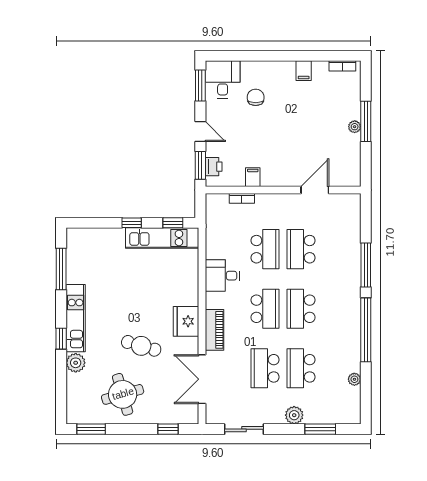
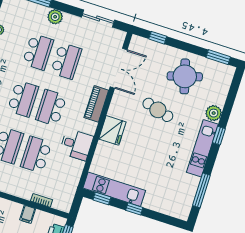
fridge: (186, 321) -> (112, 130), moved

